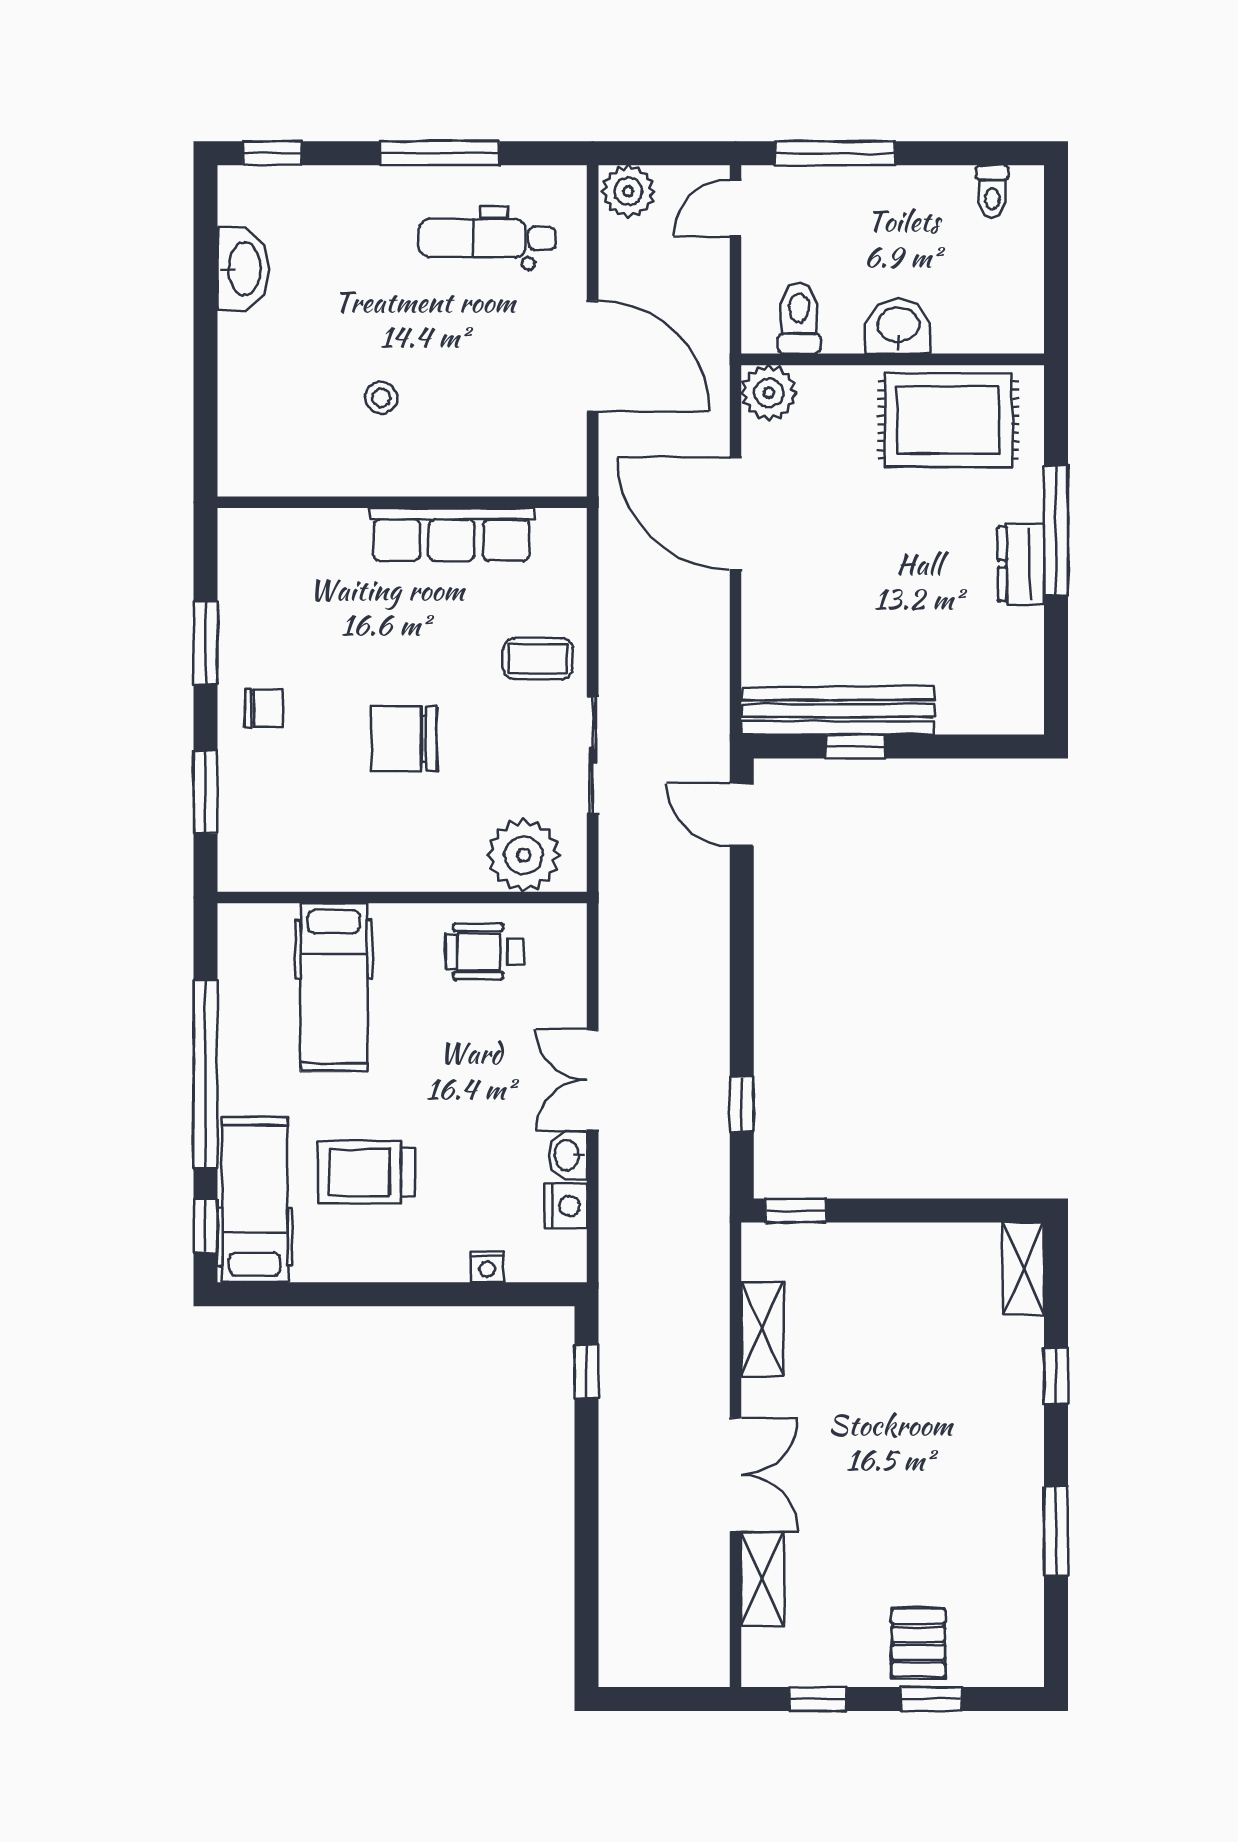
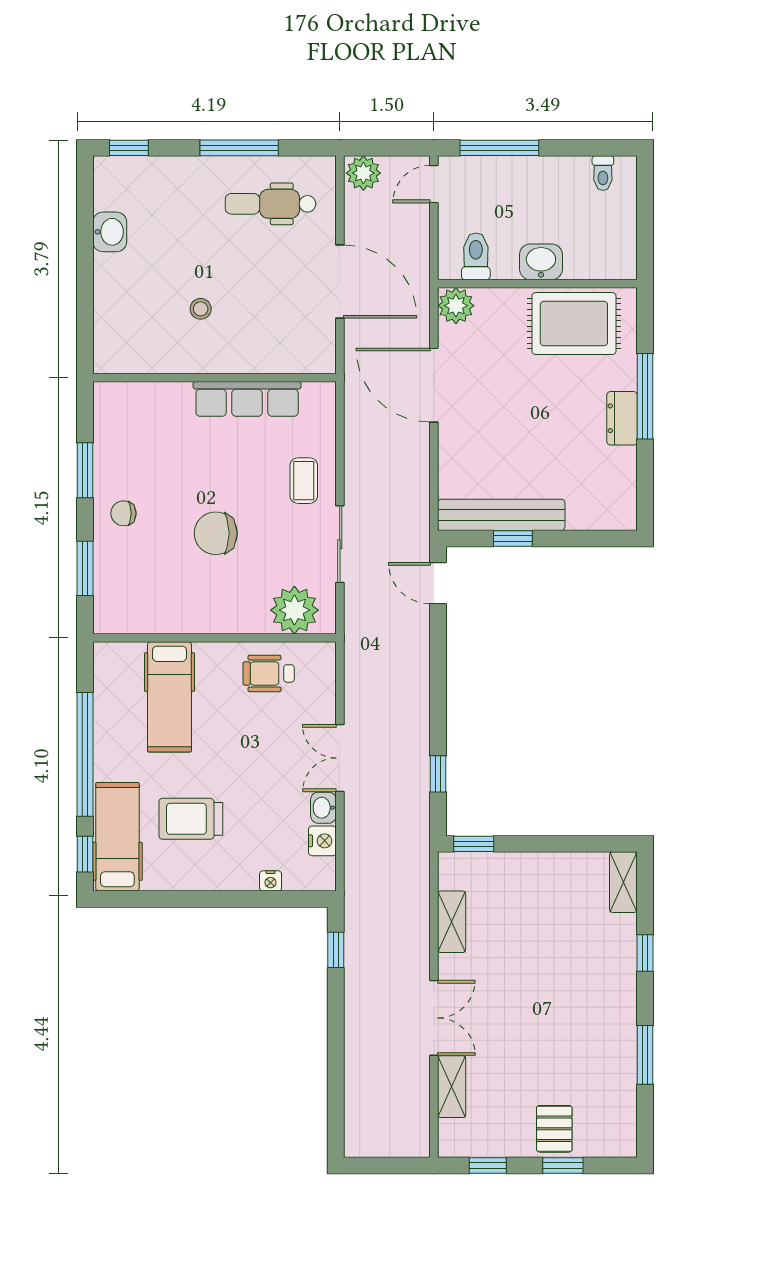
washbasin: (243, 269) -> (110, 232), width x0.72
coffee table: (538, 659) -> (304, 481), turned 90
chair: (264, 708) -> (123, 513), turned 180

